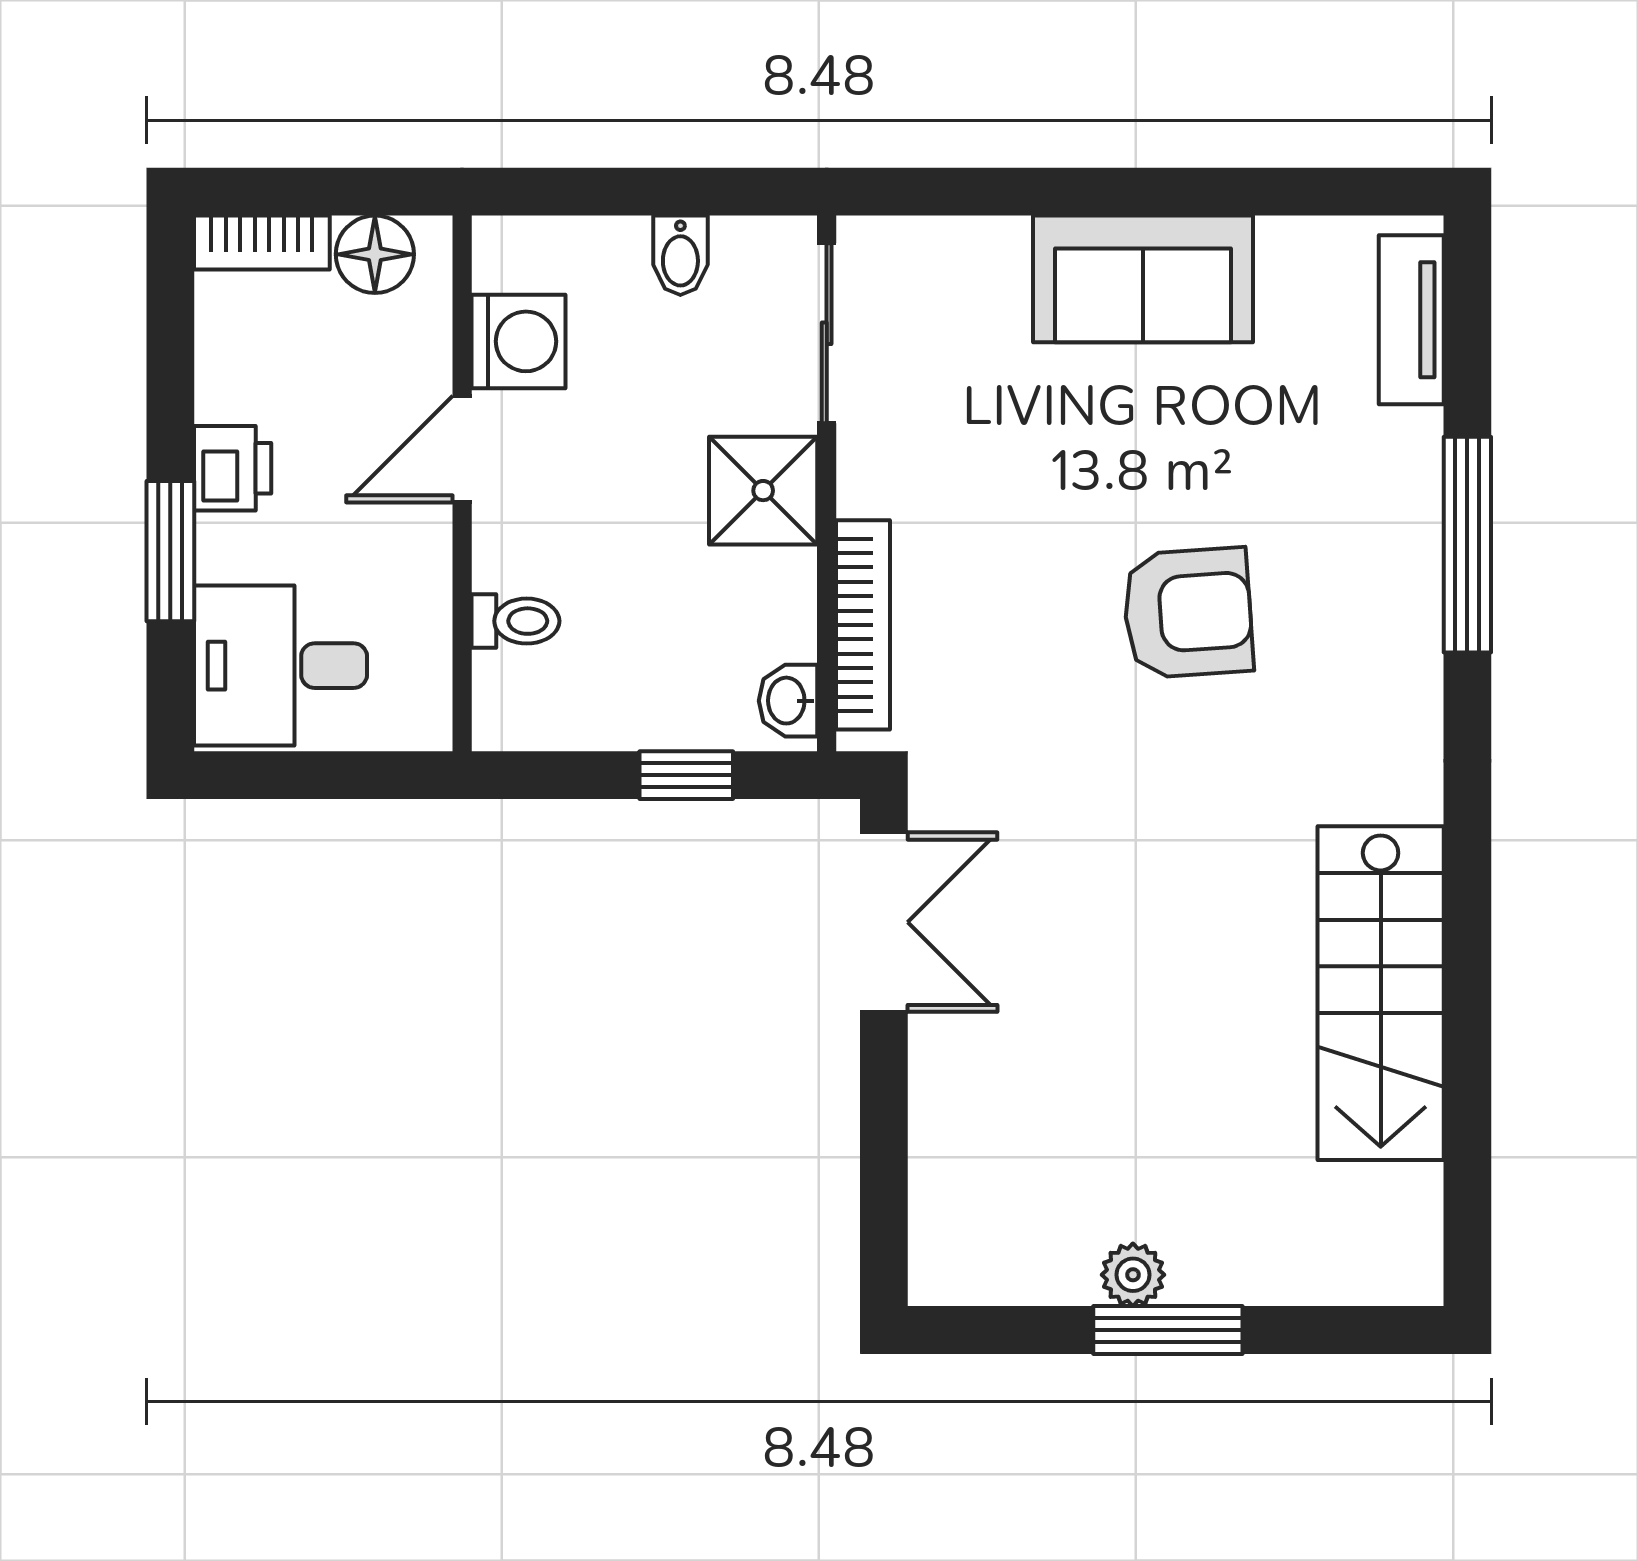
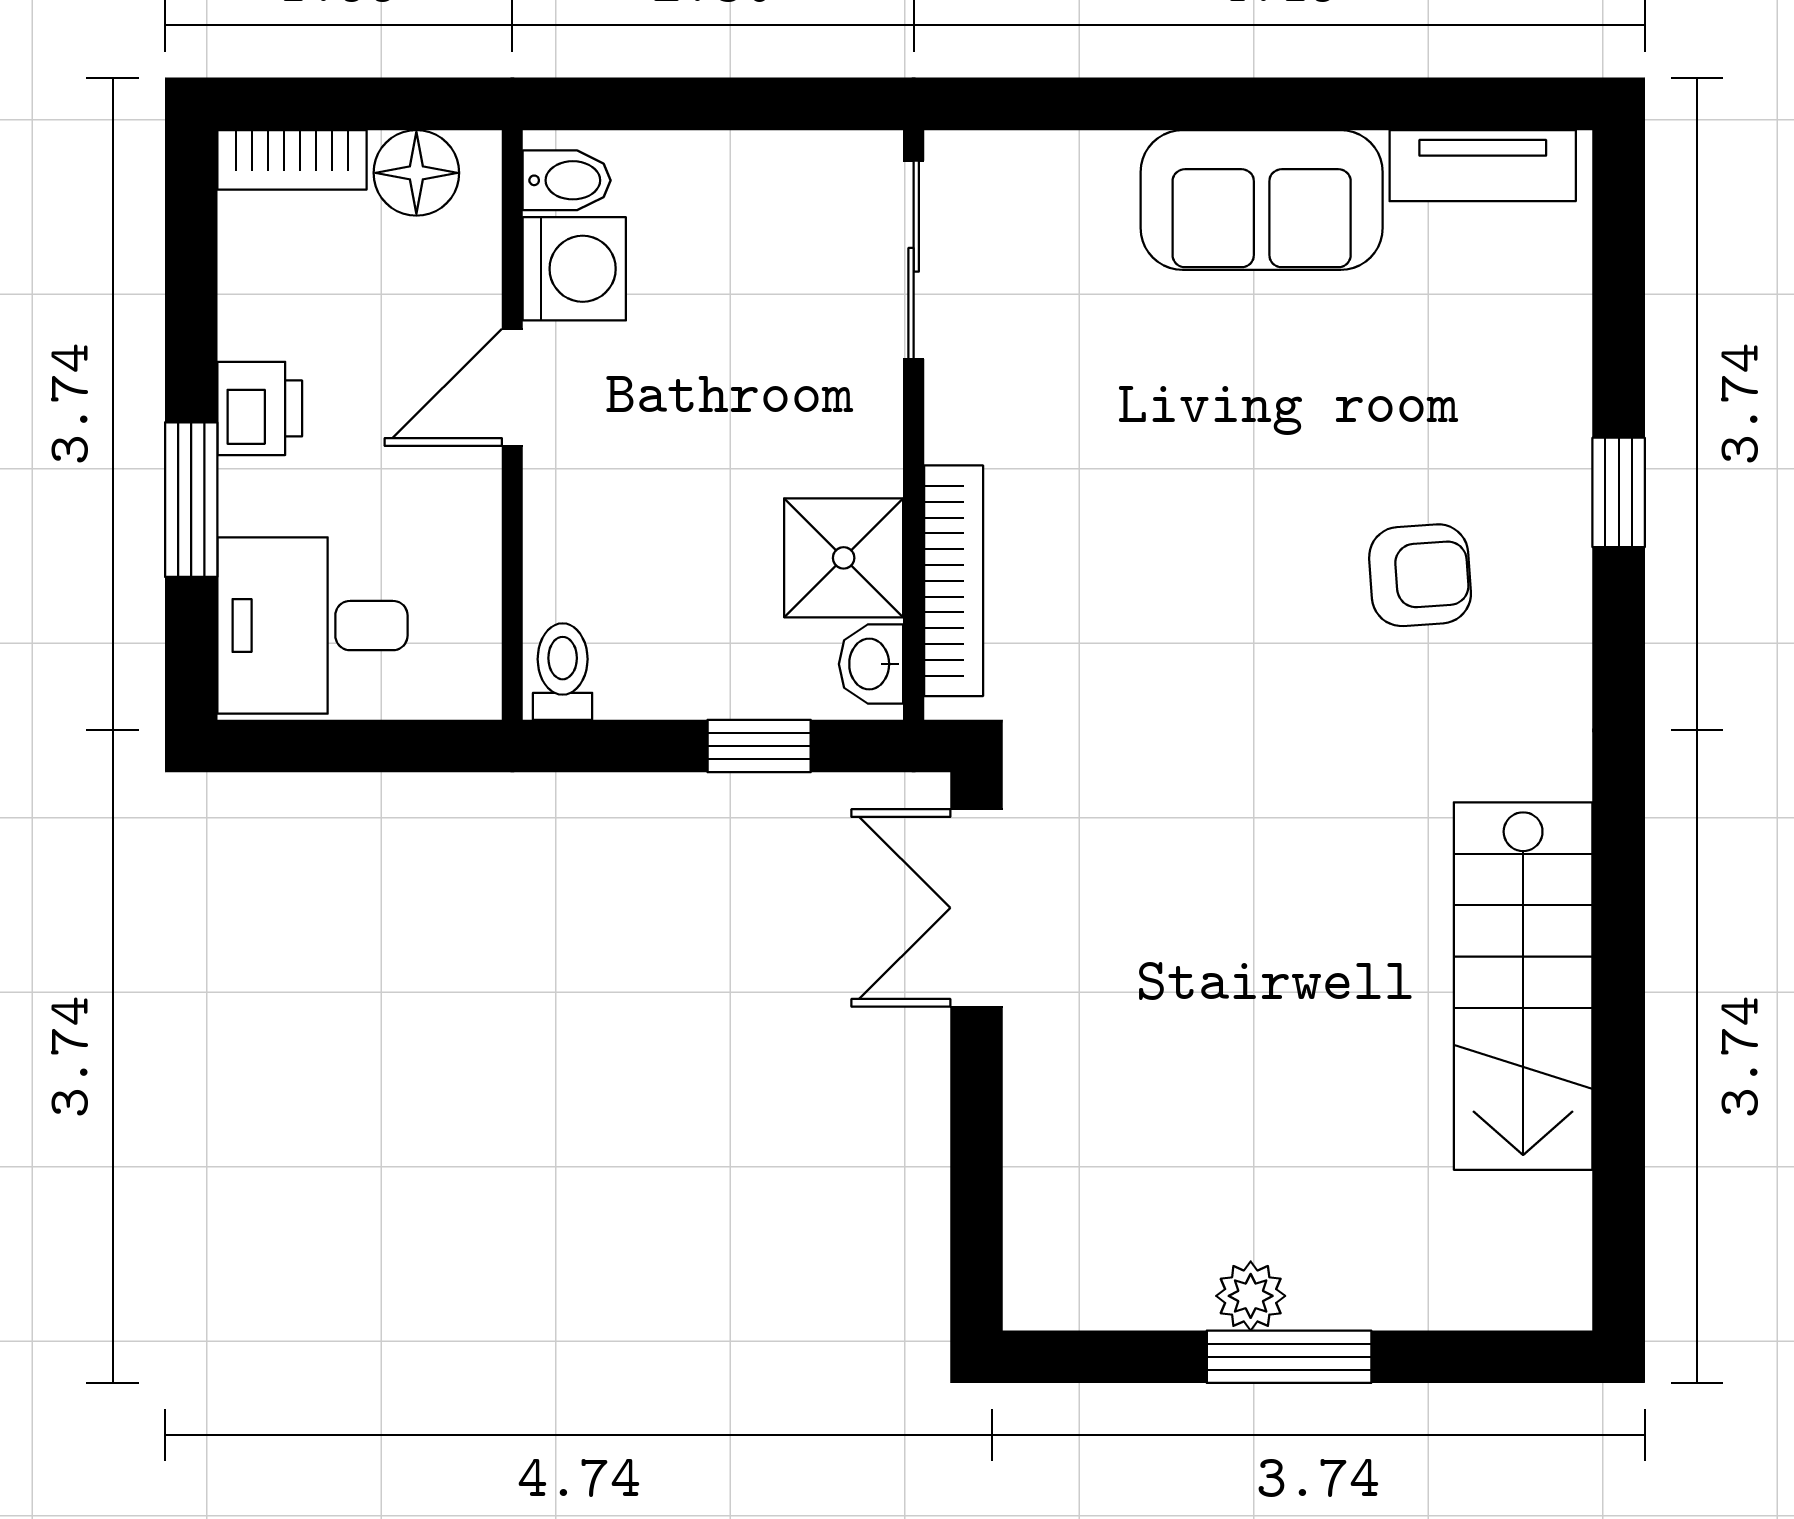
bidet: (680, 255) -> (567, 180), moved, turned -90
tv unit: (1411, 320) -> (1483, 166), moved, turned -90
shower: (763, 491) -> (844, 558), moved
window: (1467, 545) -> (1619, 492), width x0.46
armchair: (1188, 613) -> (1420, 575), moved, width x0.72, depth x0.72
toilet: (515, 621) -> (563, 672), moved, turned -90
double door: (884, 922) -> (976, 908), swing flipped

